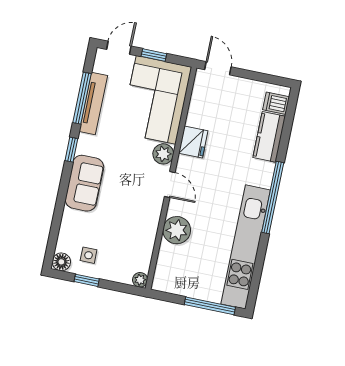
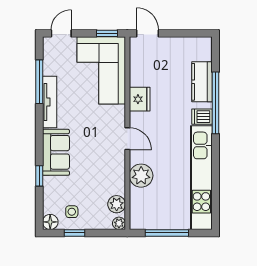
window: (154, 55) -> (107, 33), moved
tv unit: (93, 103) -> (50, 102), moved
dishwasher: (276, 103) -> (202, 117), moved
window: (71, 150) -> (39, 176), moved
plant: (163, 154) -> (117, 204), moved
window: (273, 198) -> (215, 103), moved
window: (210, 306) -> (167, 233), moved

